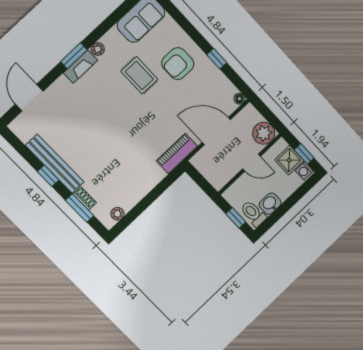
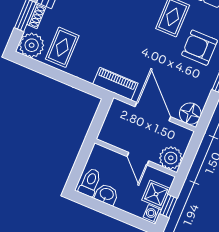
floor lamp: (239, 99) -> (190, 114), width x1.89, depth x1.89
rug: (123, 187) -> (62, 47), added
plant: (117, 214) -> (32, 45), width x1.88, depth x1.88
window: (236, 218) -> (79, 167), removed

